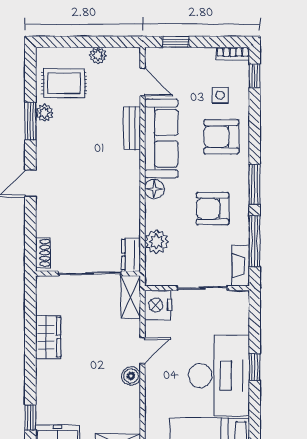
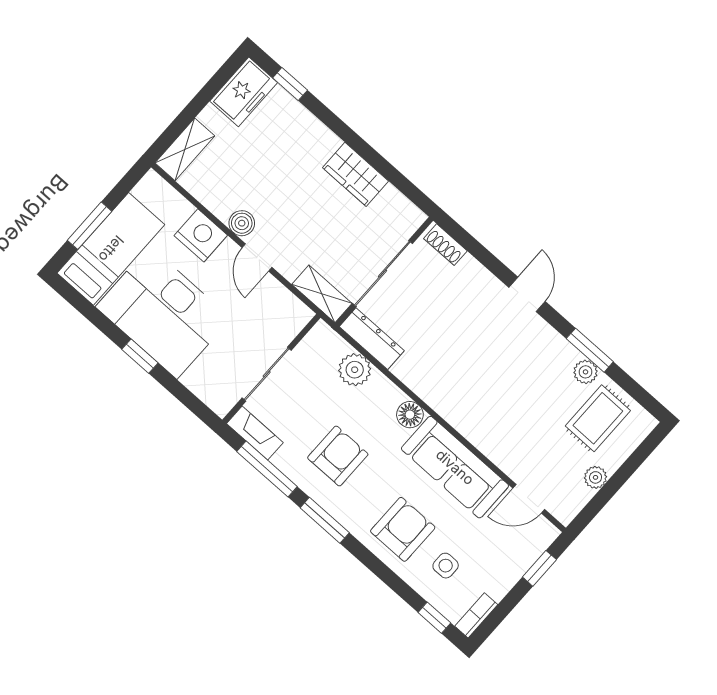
bench: (132, 128) -> (491, 447), removed
dresser: (131, 255) -> (372, 339), width x1.44
nightstand: (158, 305) -> (201, 235), moved

